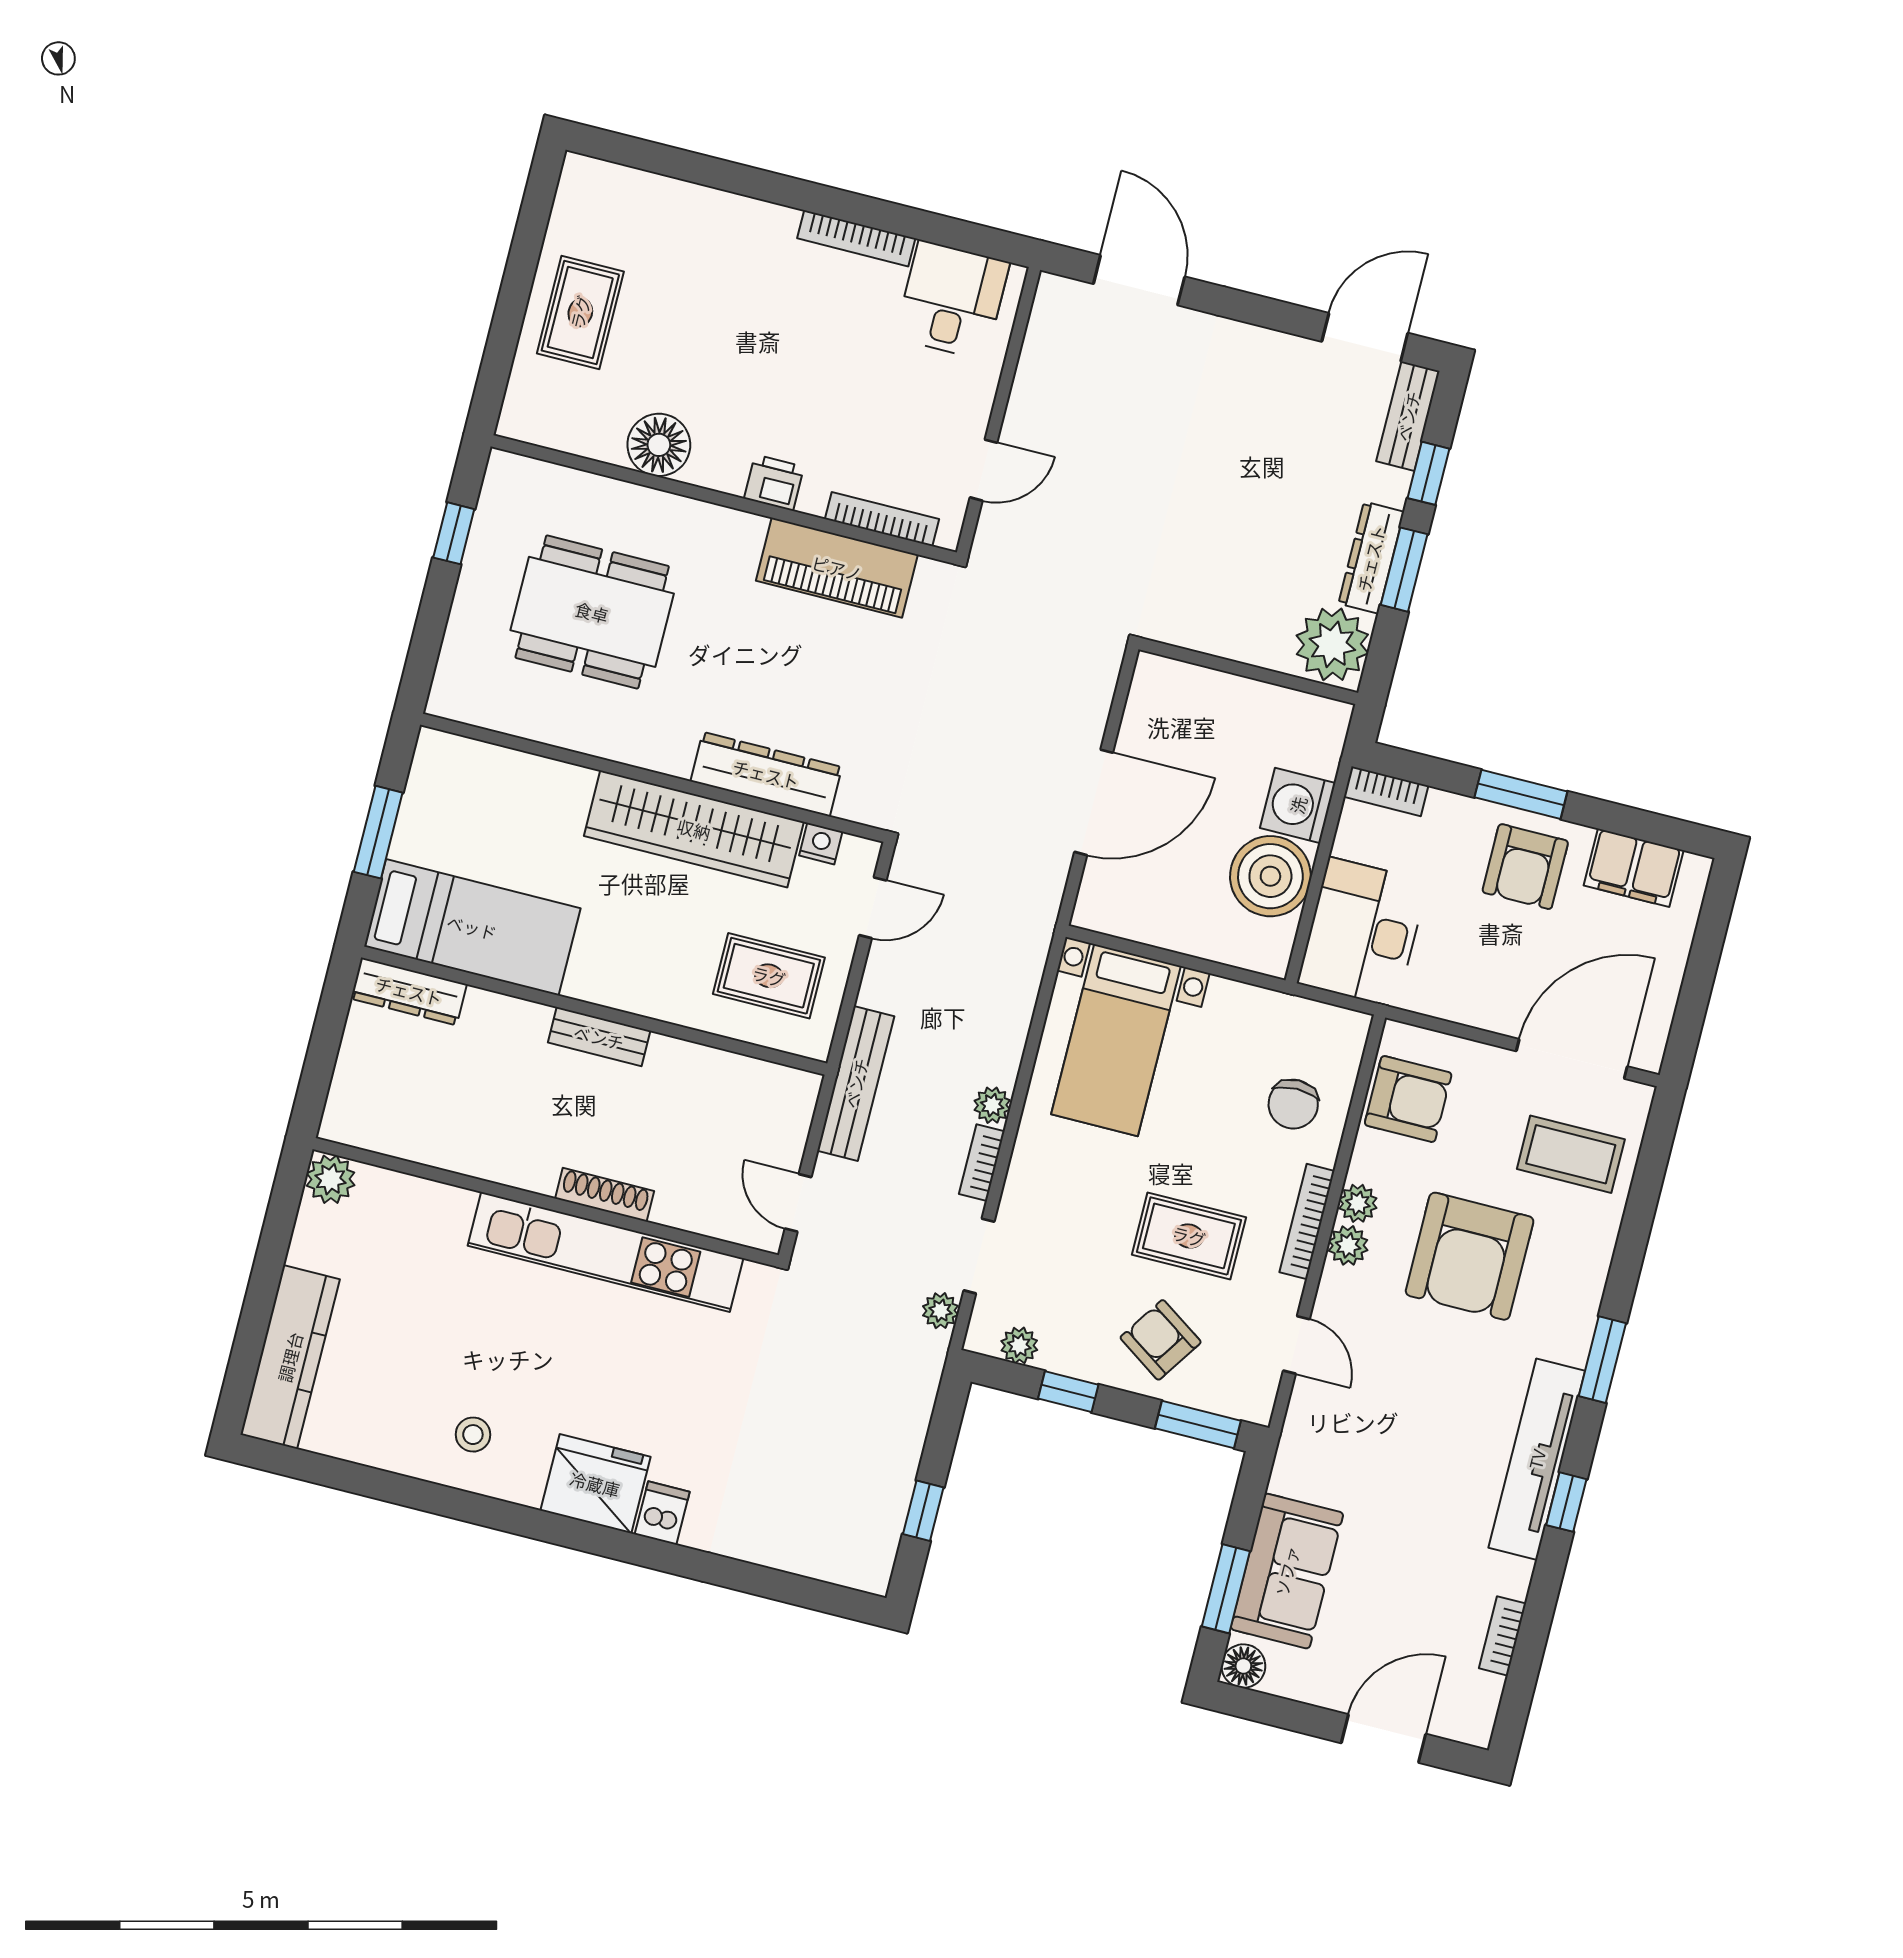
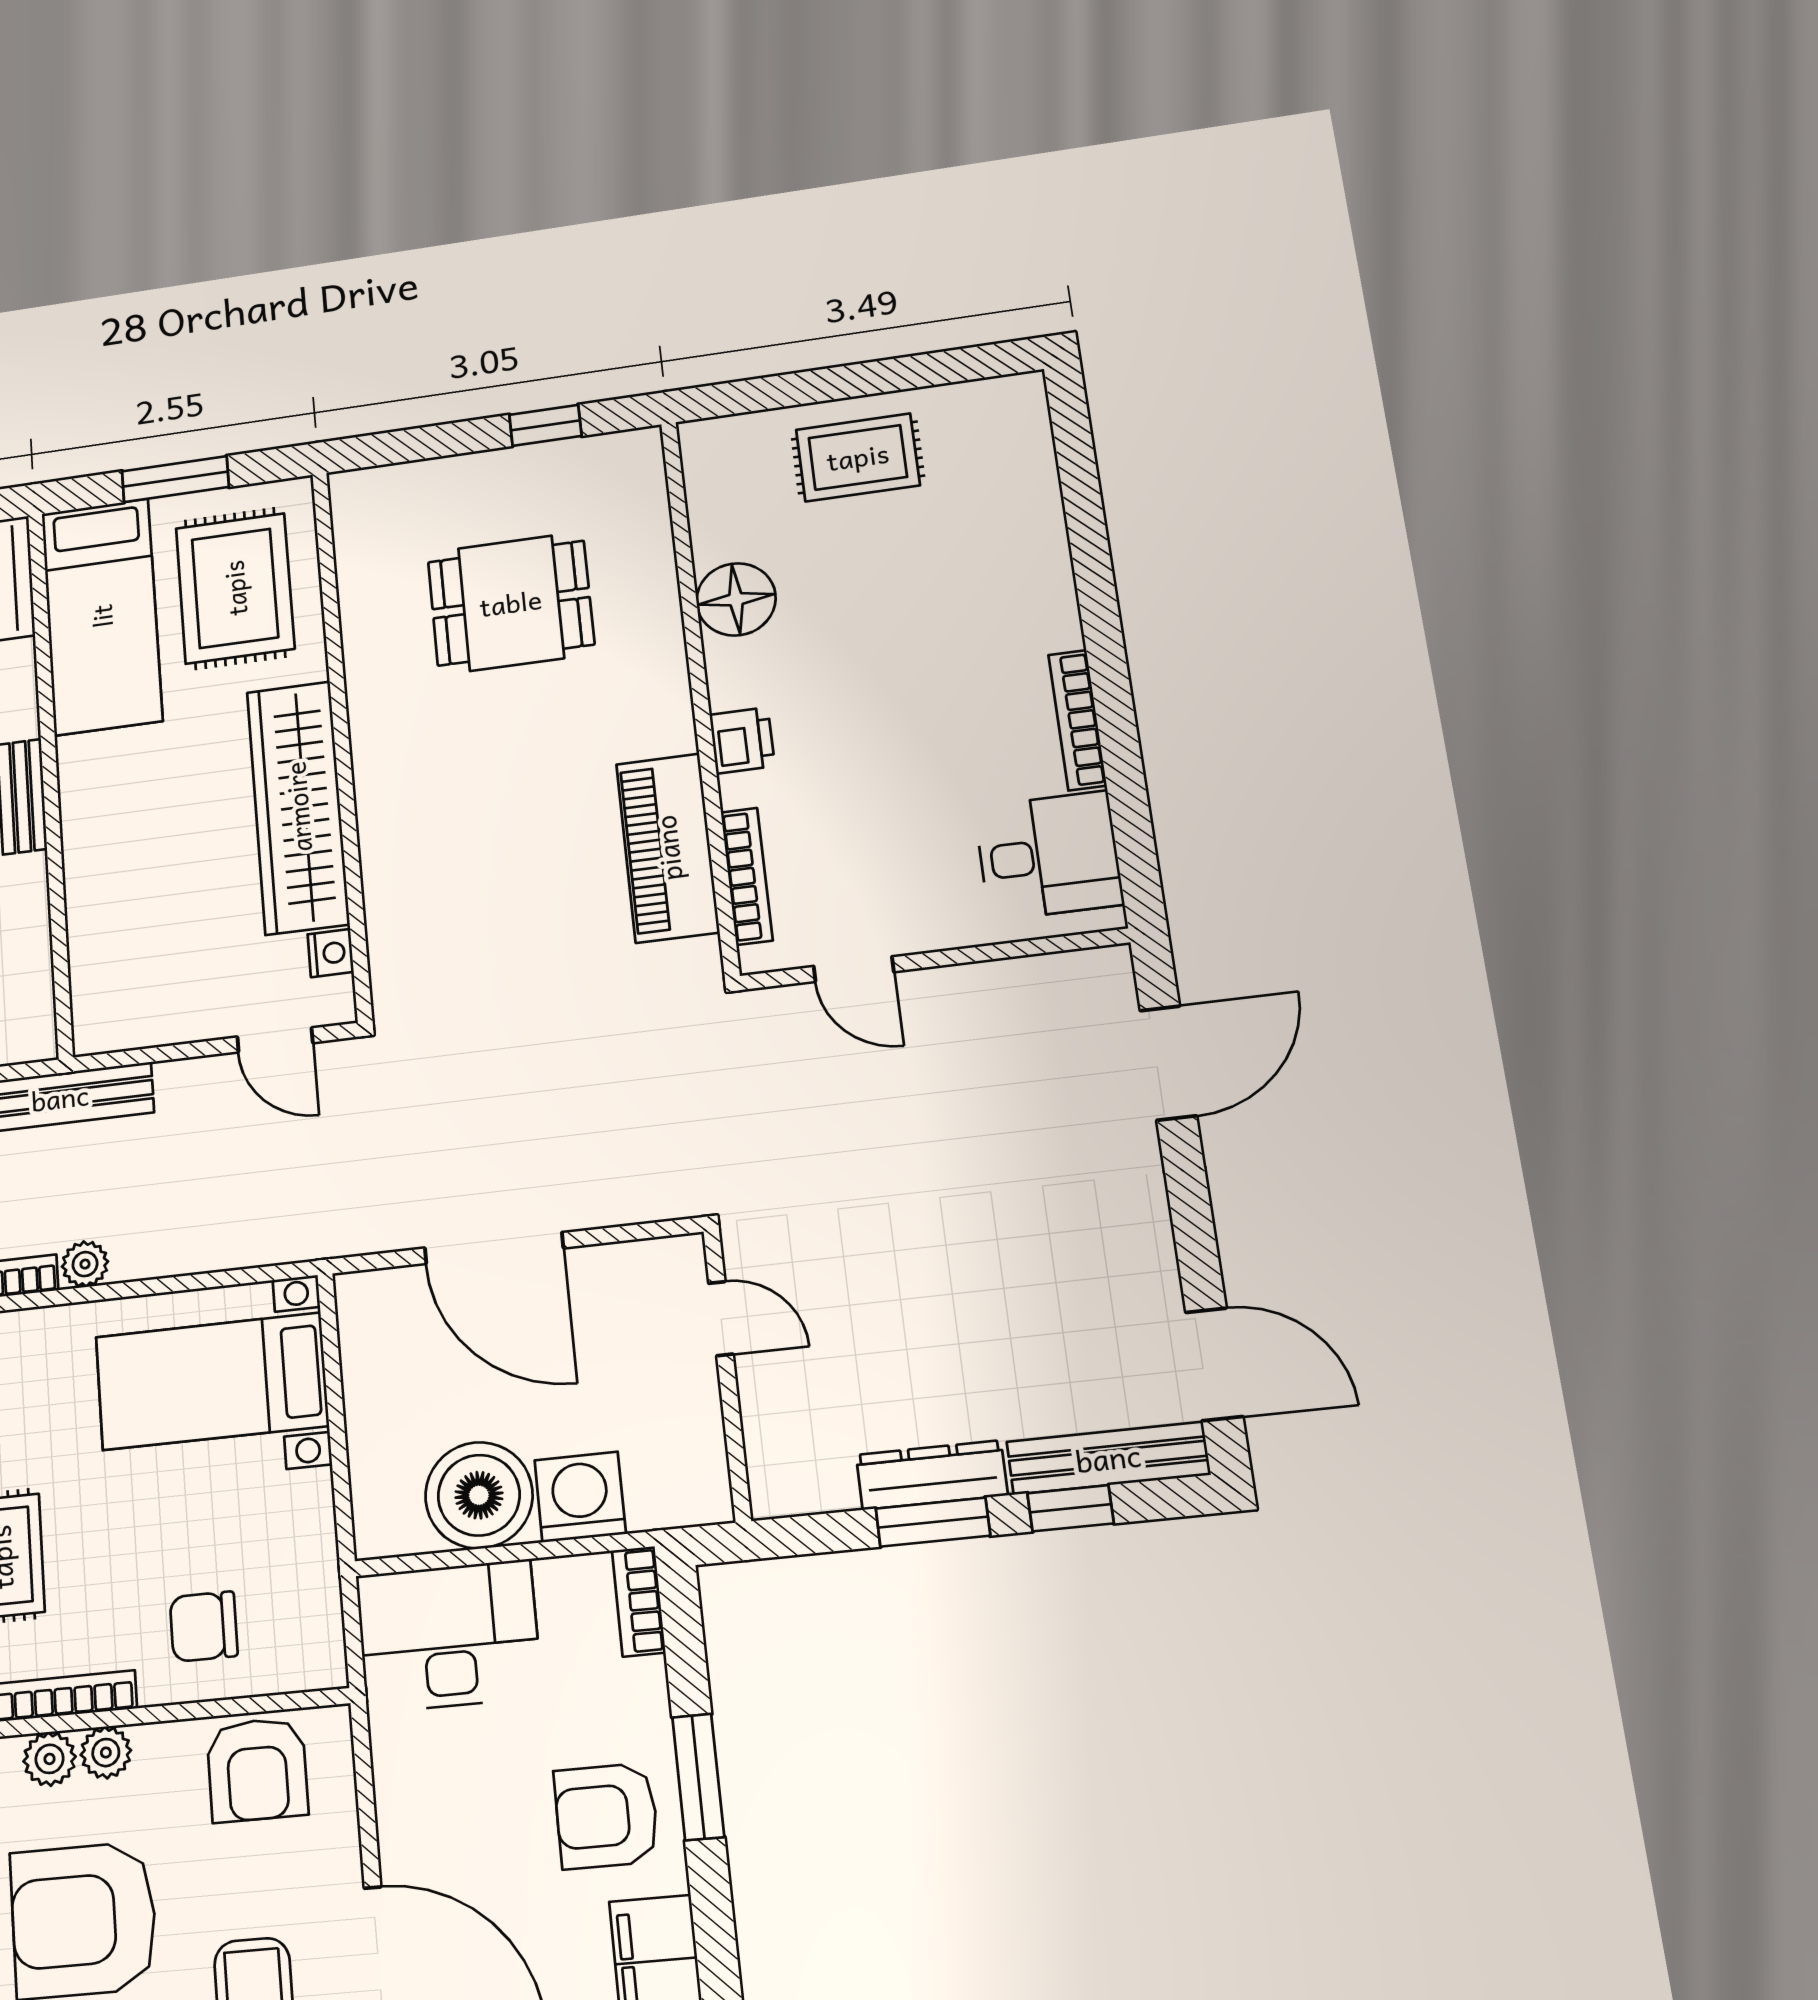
bench: (1408, 416) -> (1108, 1458), width x1.36
dining table: (592, 612) -> (511, 603), width x0.73
plant: (1332, 644) -> (801, 1466), removed
door: (1206, 660) -> (721, 1319), added
dresser: (766, 774) -> (391, 862), removed
rug: (769, 976) -> (235, 588), moved, width x1.36, depth x1.43

